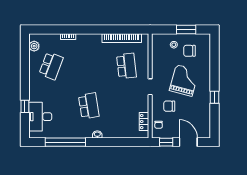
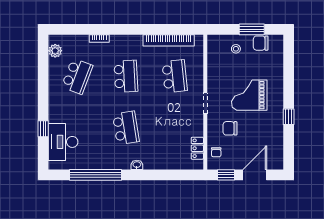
chair: (189, 51) -> (261, 43), moved
school desk: (89, 66) -> (126, 76), added
grand piano: (184, 81) -> (249, 95), turned -105
door: (188, 142) -> (255, 175), hinge flipped

